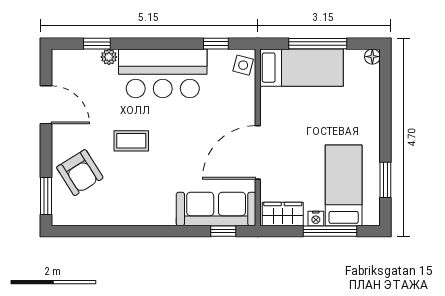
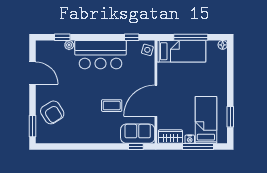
coffee table: (131, 141) -> (112, 106), moved
sofa: (216, 209) -> (138, 134), width x0.73

